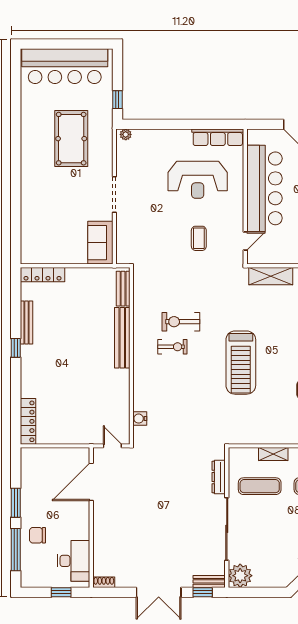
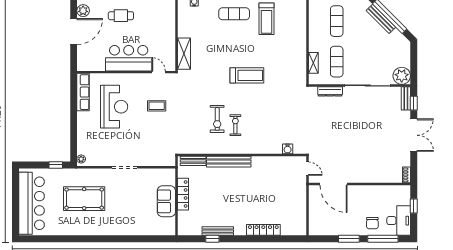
bar counter: (264, 188) -> (129, 58), width x0.73
sofa: (100, 243) -> (166, 201), moved, turned 90
locker: (43, 275) -> (183, 194), moved
window: (16, 348) -> (212, 239), moved
treadmill: (241, 363) -> (247, 75), width x0.73, depth x0.73
locker: (28, 421) -> (263, 230), moved
door: (112, 446) -> (307, 169), swing flipped
shelving: (273, 454) -> (313, 63), moved
desk: (74, 561) -> (399, 221), moved, turned 90

